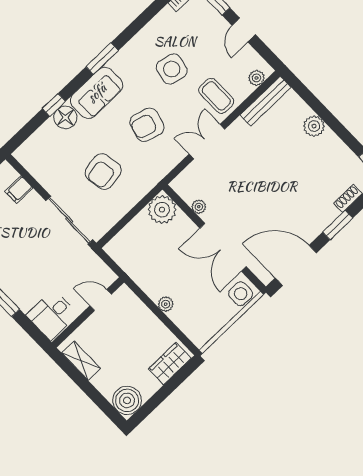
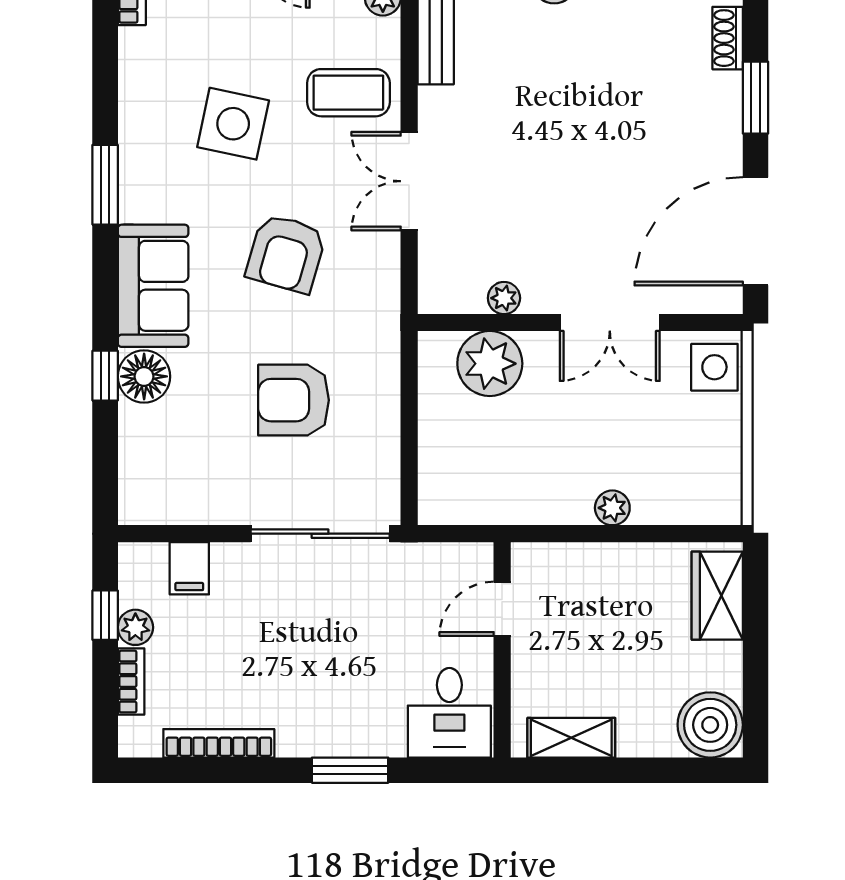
window: (102, 59) -> (105, 185), moved
armchair: (103, 171) -> (294, 400), turned 100
plant: (162, 210) -> (490, 364), moved
double door: (223, 247) -> (610, 323), width x0.73

